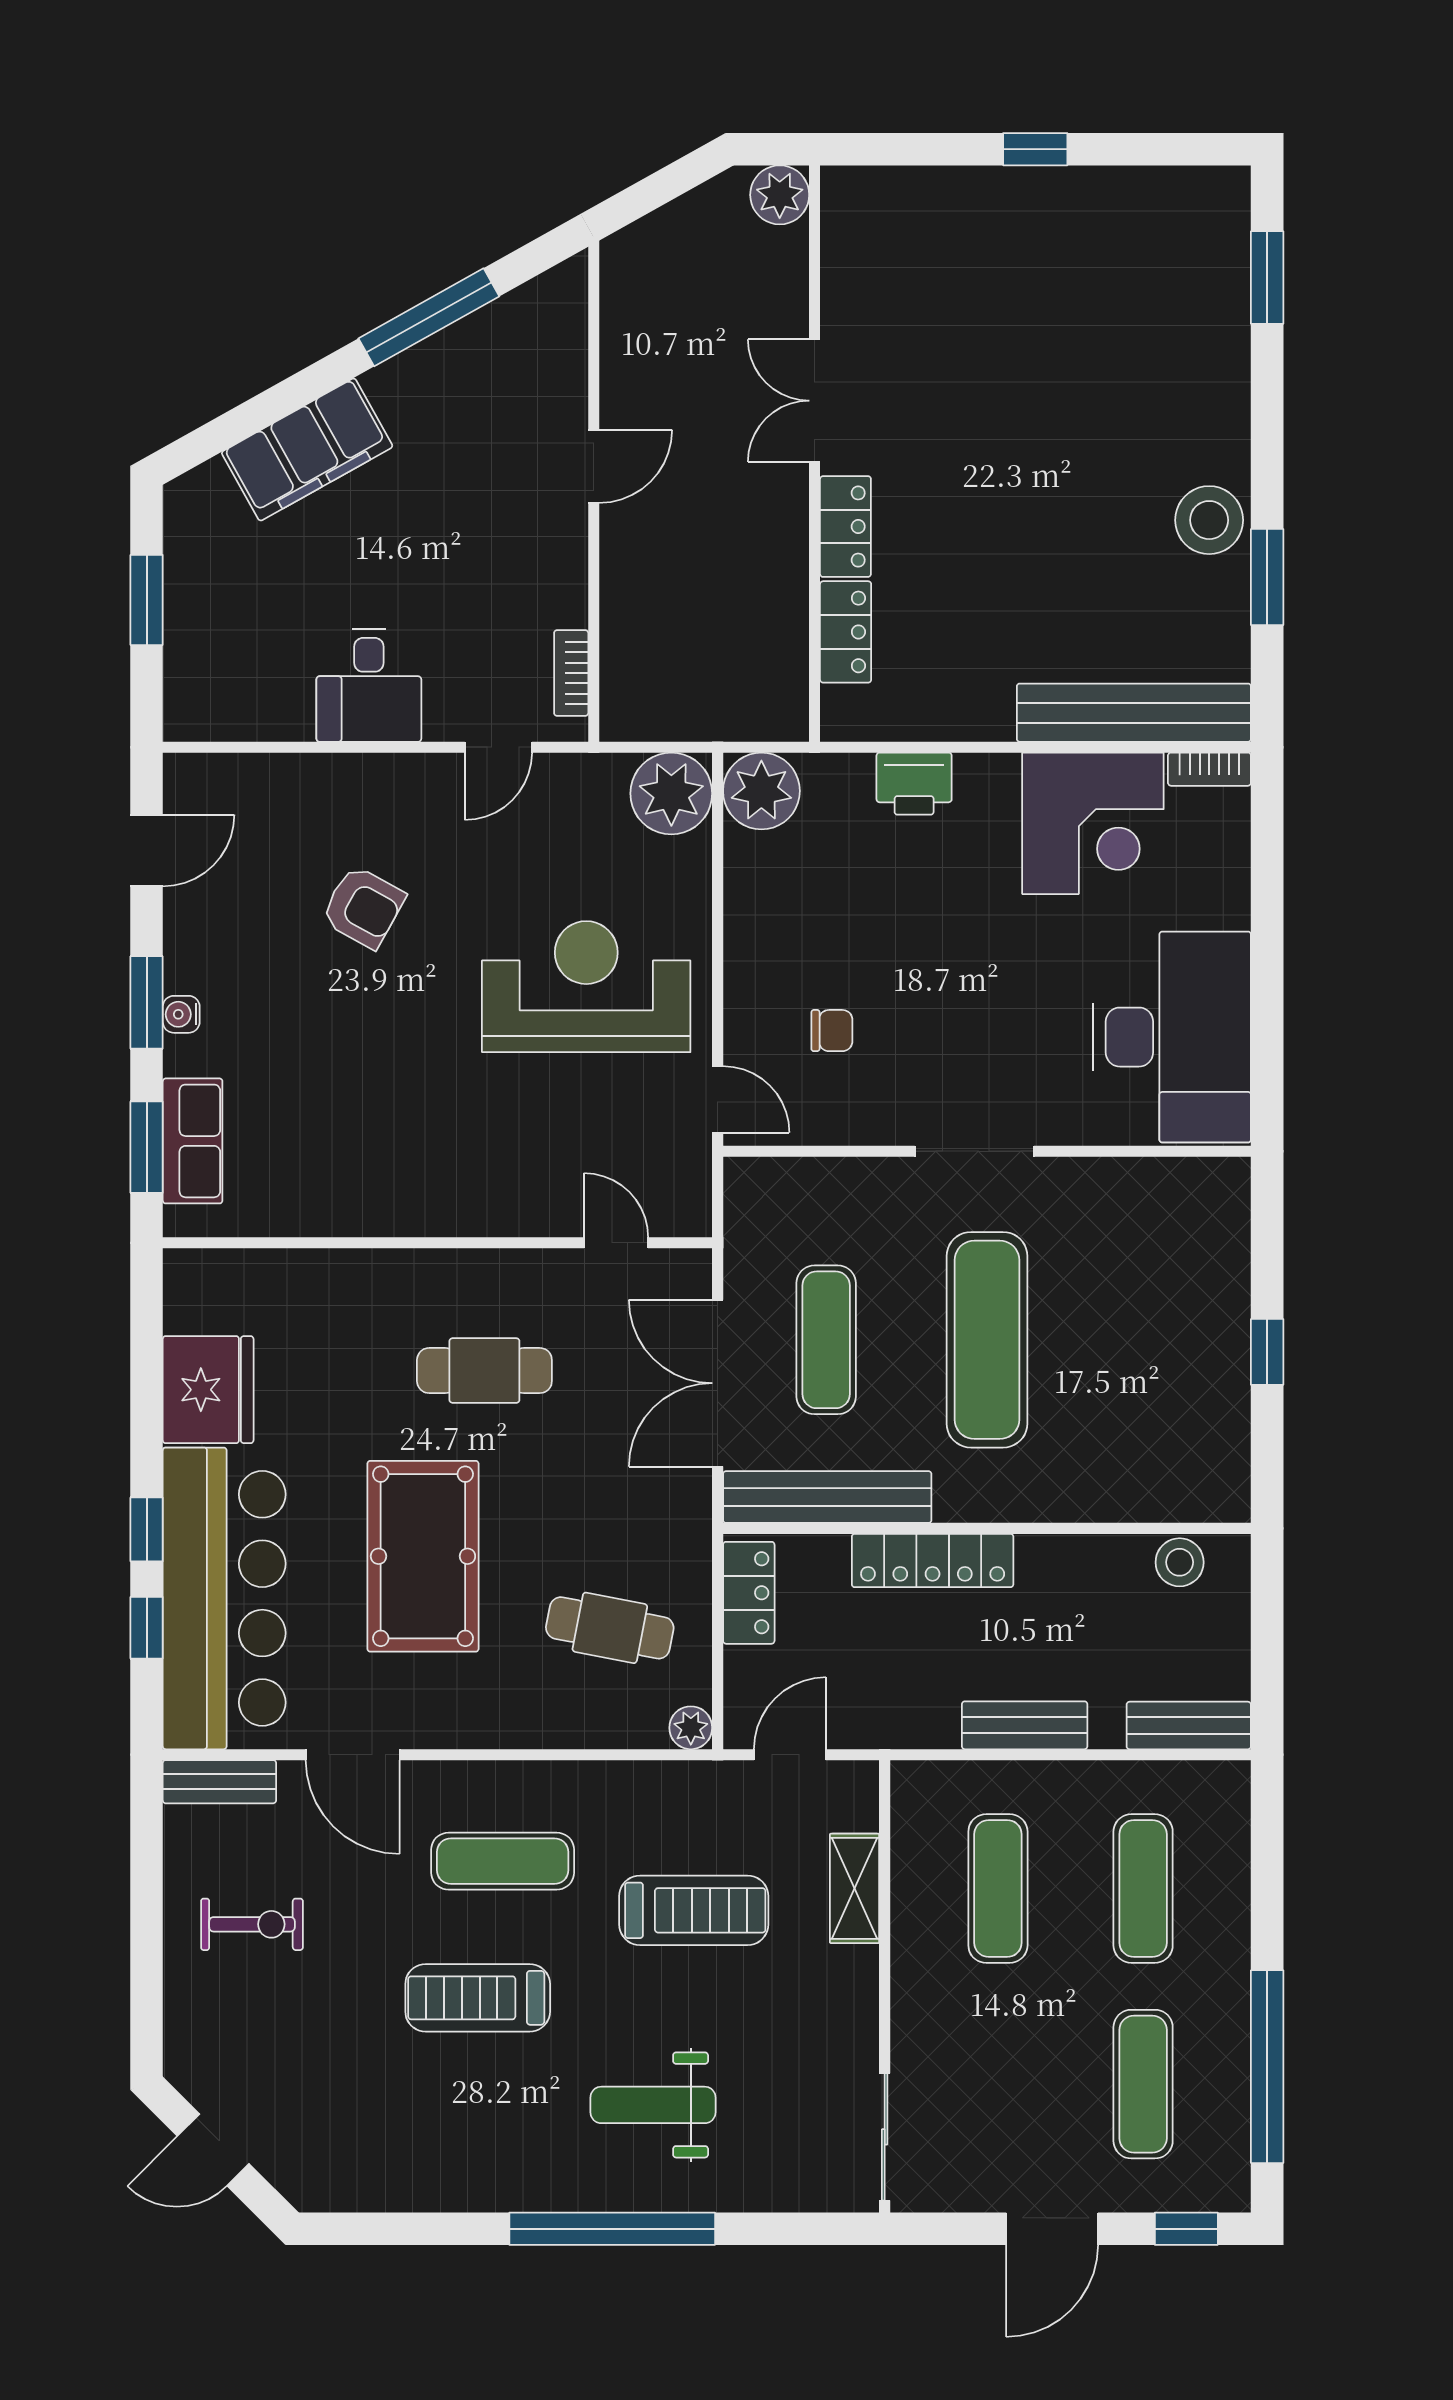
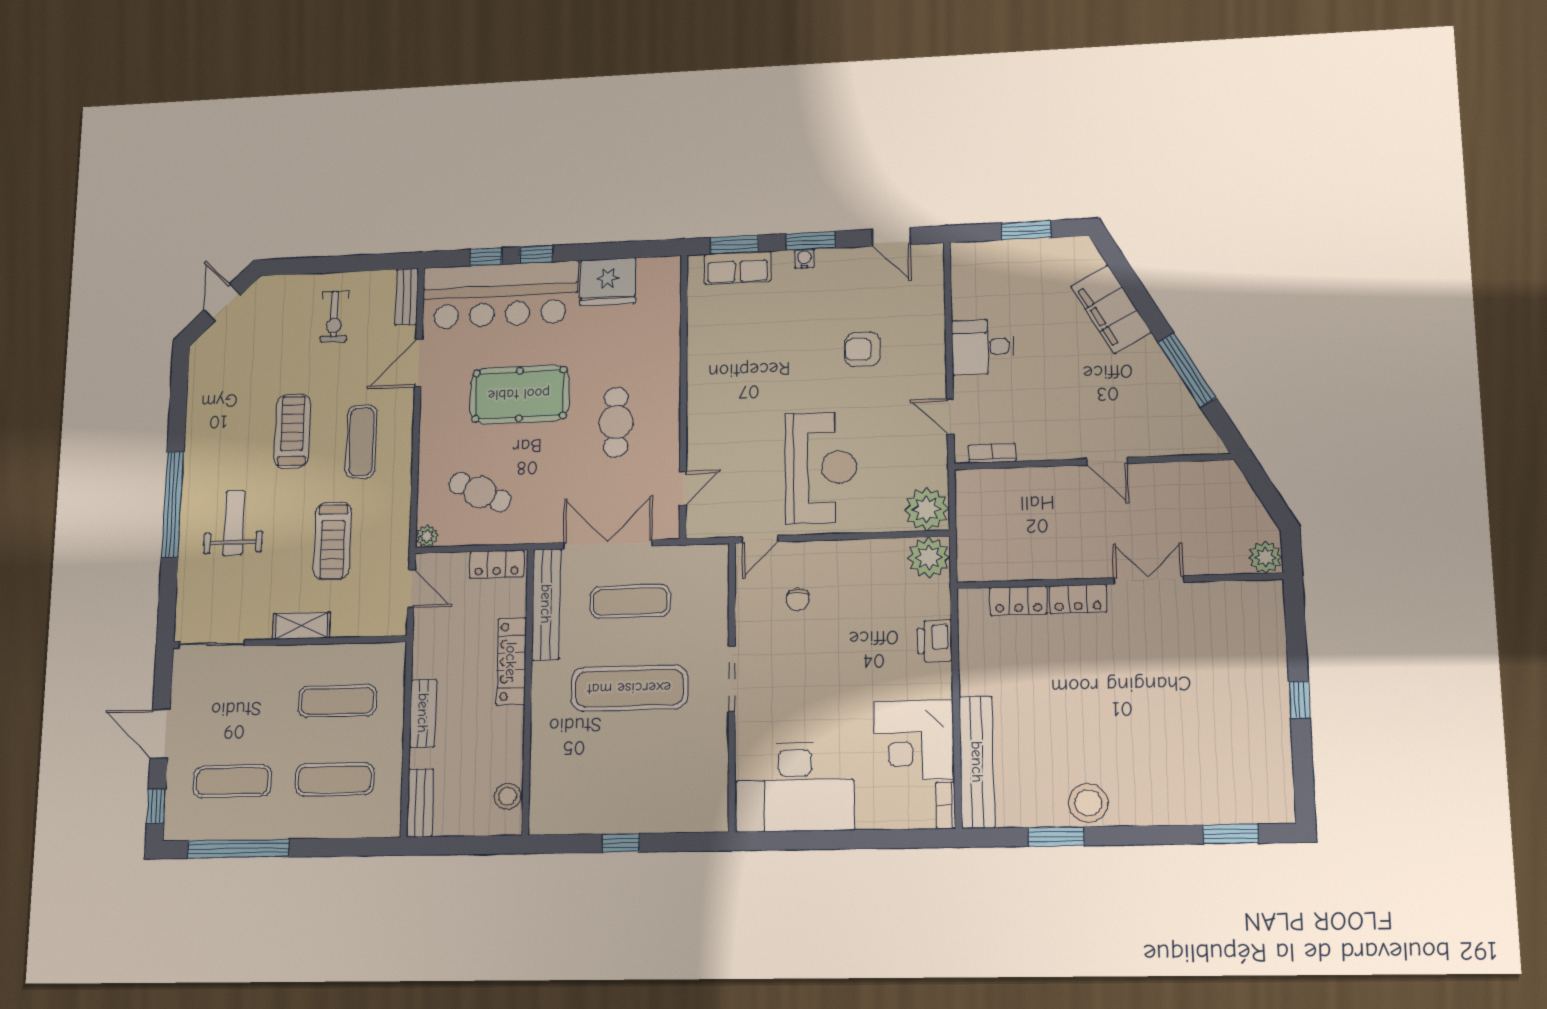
armchair: (363, 907) -> (862, 349), turned 61
cafe table: (610, 1628) -> (480, 492), turned -76
shelving: (855, 1888) -> (301, 626), moved

